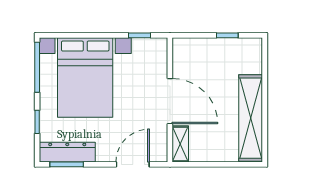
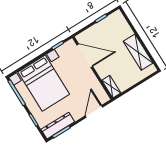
door: (170, 101) -> (85, 56), moved
shelving: (251, 118) -> (138, 52), width x0.68

